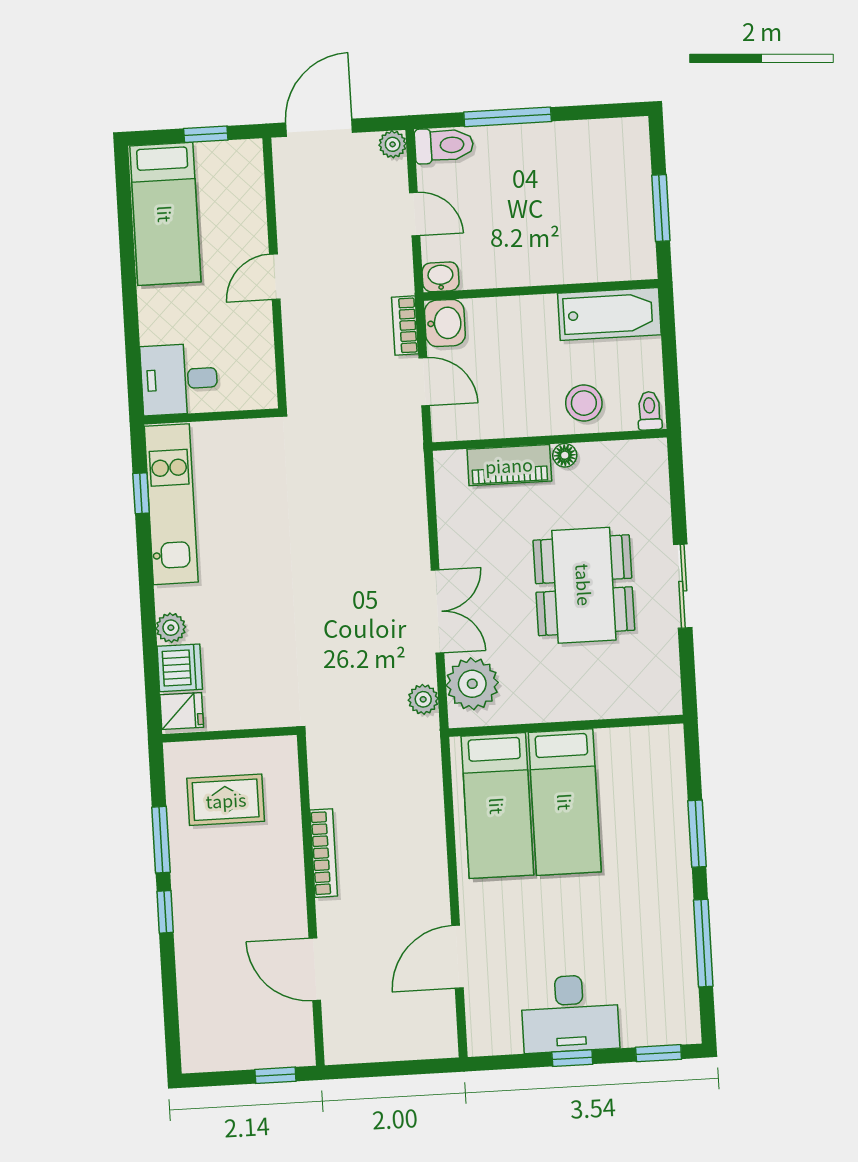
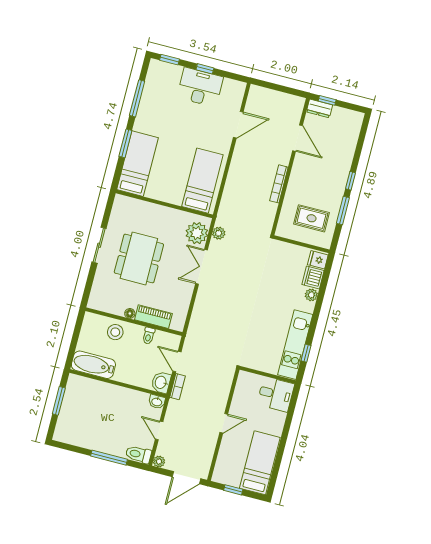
toilet: (649, 411) -> (149, 336), moved
bed: (565, 802) -> (137, 164), moved
dresser: (287, 1052) -> (319, 108), added

